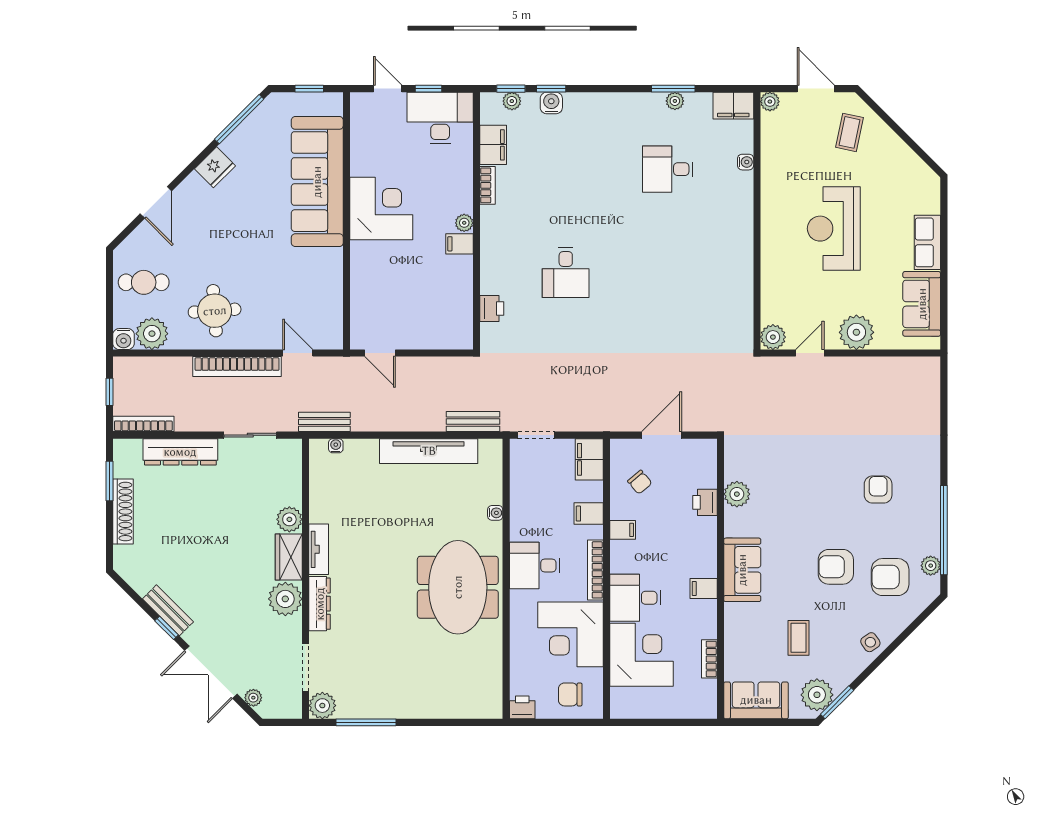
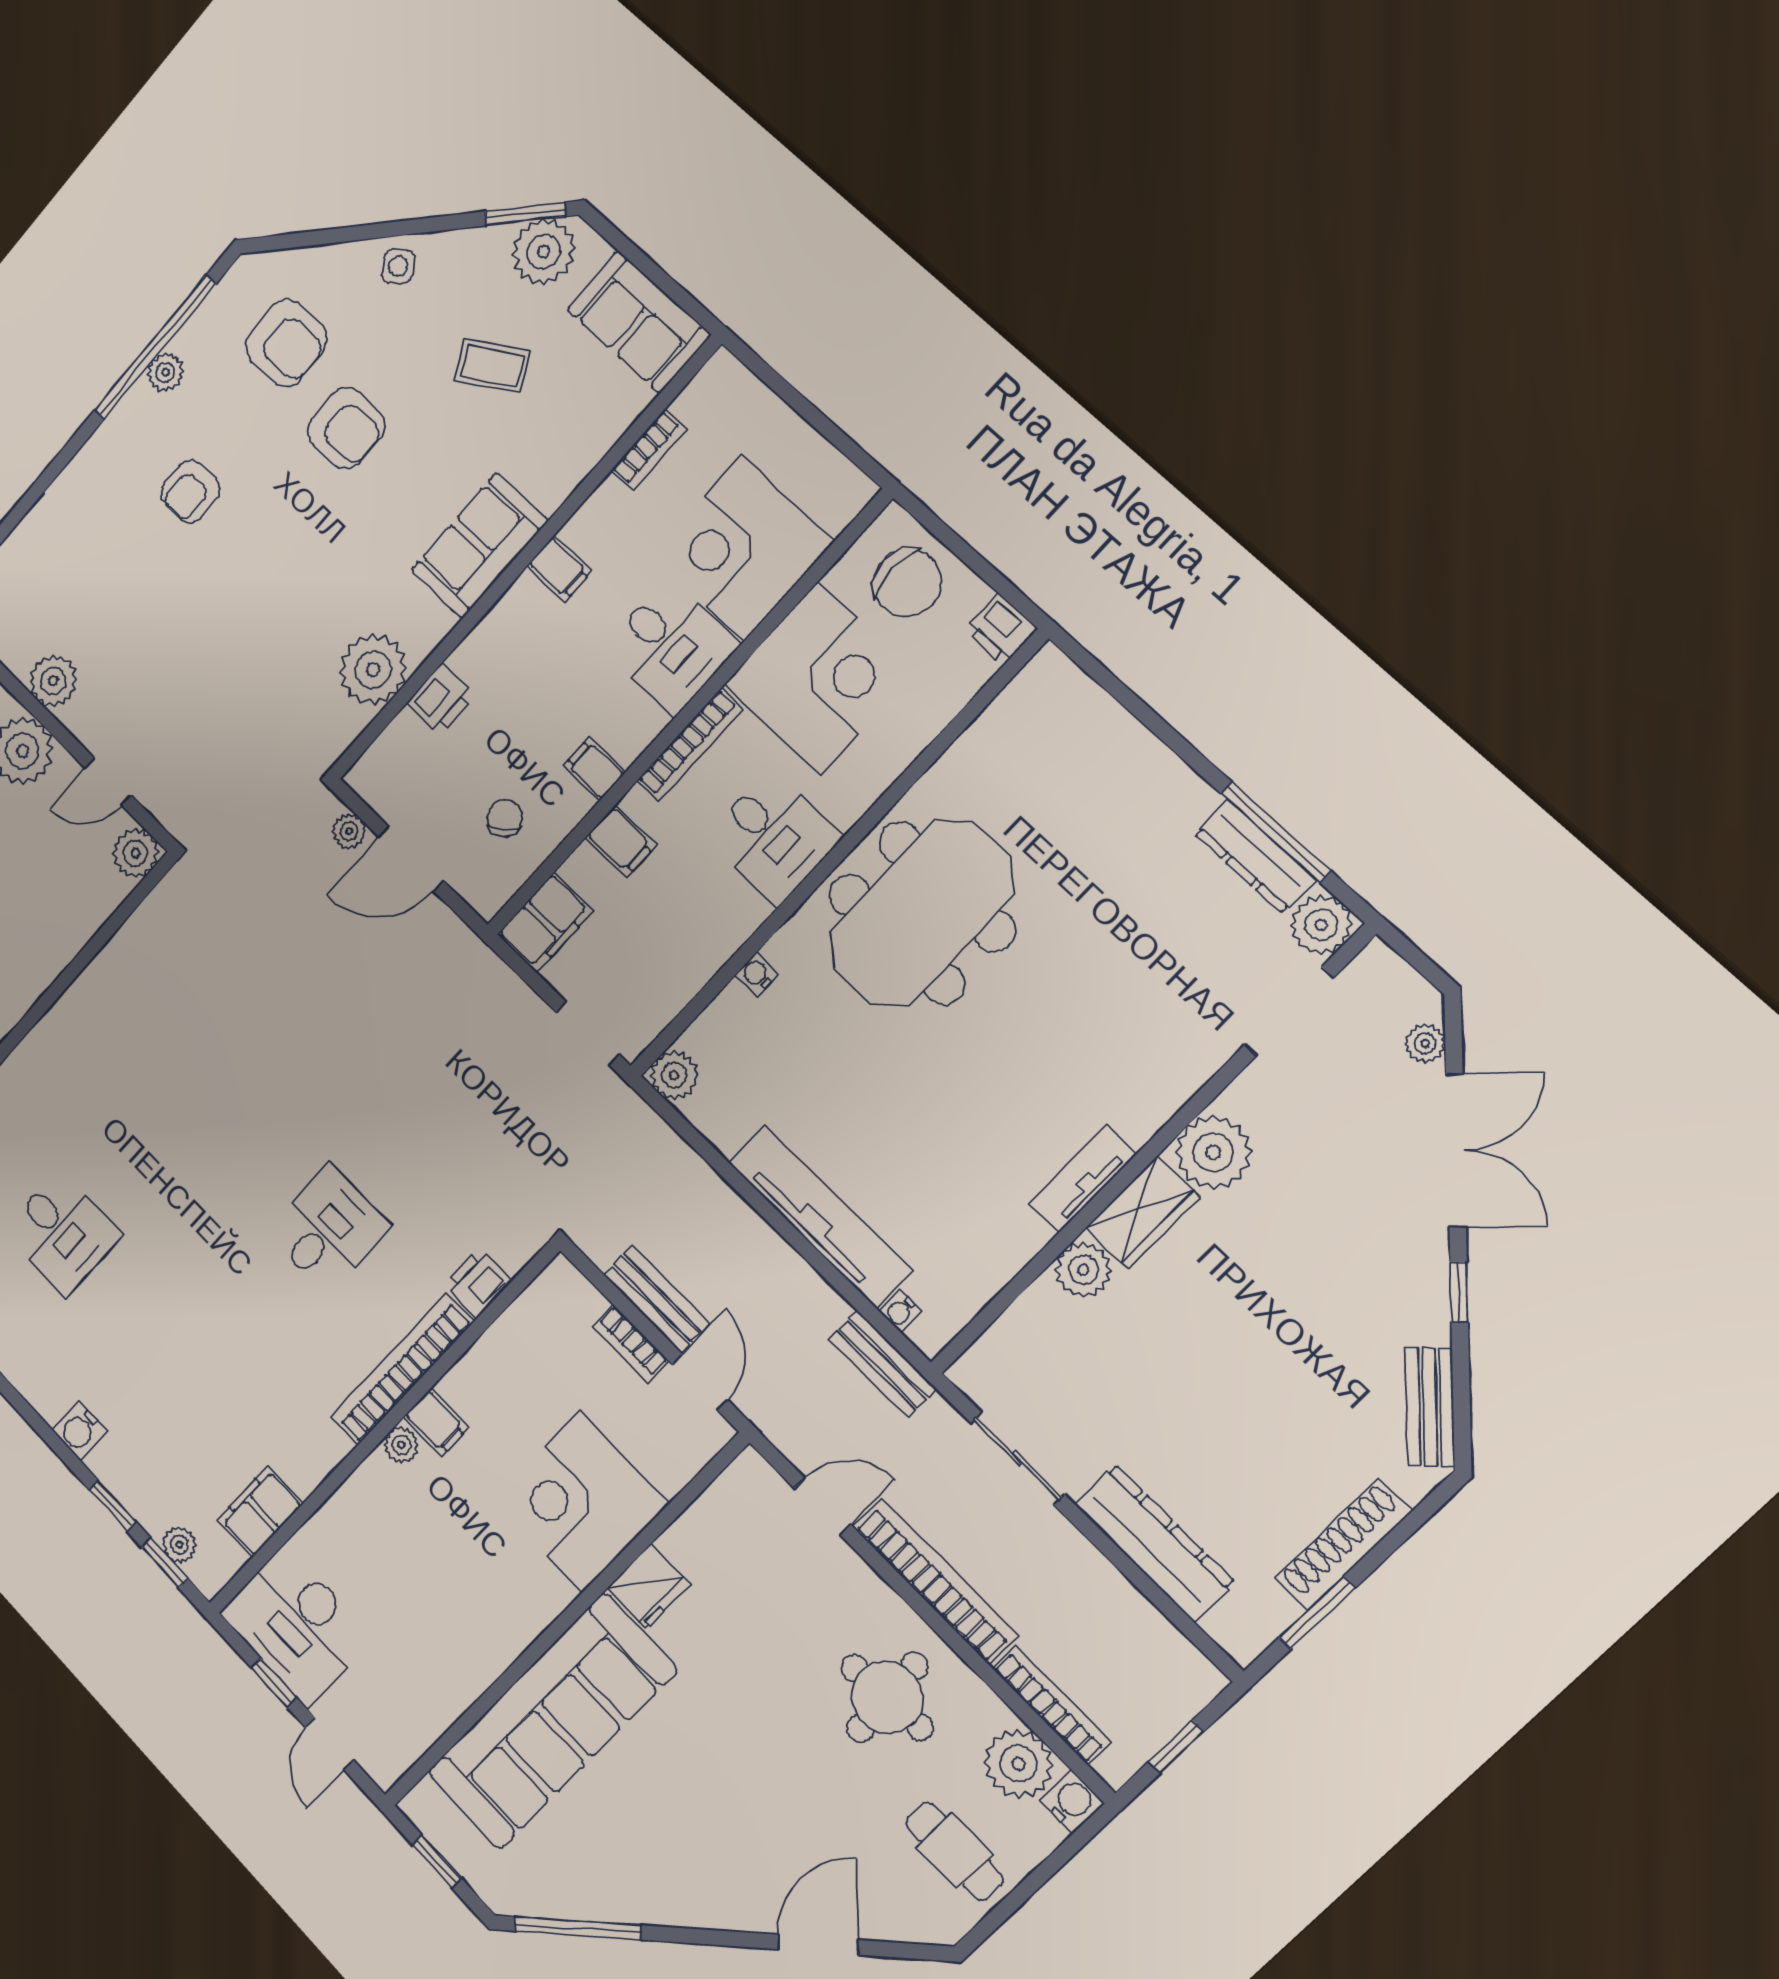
water cooler: (551, 103) -> (79, 1430), moved
fridge: (215, 167) -> (648, 1586), moved, turned 135
bookcase: (488, 185) -> (402, 1369), moved, width x2.31, depth x1.31
corner desk: (381, 208) -> (581, 1501), moved
bookcase: (417, 342) -> (631, 1344), added
door: (298, 353) -> (822, 1506), swing flipped
plant: (869, 370) -> (53, 681), added
bench: (473, 422) -> (656, 1299), moved
plant: (695, 423) -> (349, 831), added
bookcase: (143, 424) -> (1051, 1705), moved, turned 180
plant: (491, 450) -> (674, 1075), added
tv unit: (429, 451) -> (820, 1216), moved
plant: (737, 494) -> (373, 670), width x1.36, depth x1.36
plant: (931, 566) -> (165, 372), moved
dresser: (320, 604) -> (1255, 857), moved, turned -90
bench: (168, 610) -> (1430, 1407), moved
coffee table: (799, 638) -> (492, 366), turned 61
chair: (570, 694) -> (907, 583), width x1.37, depth x1.37

